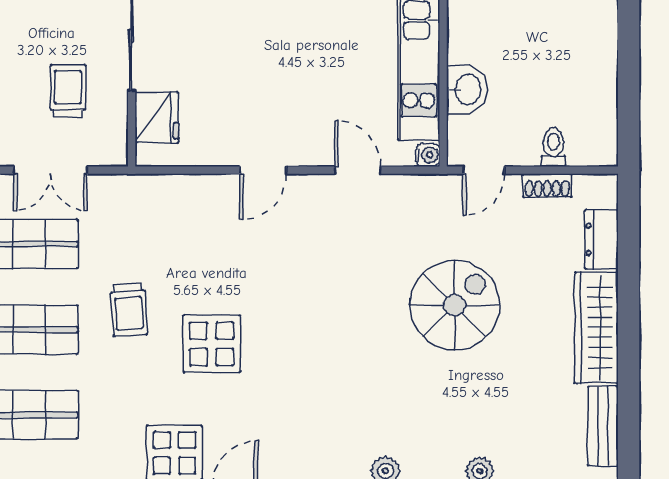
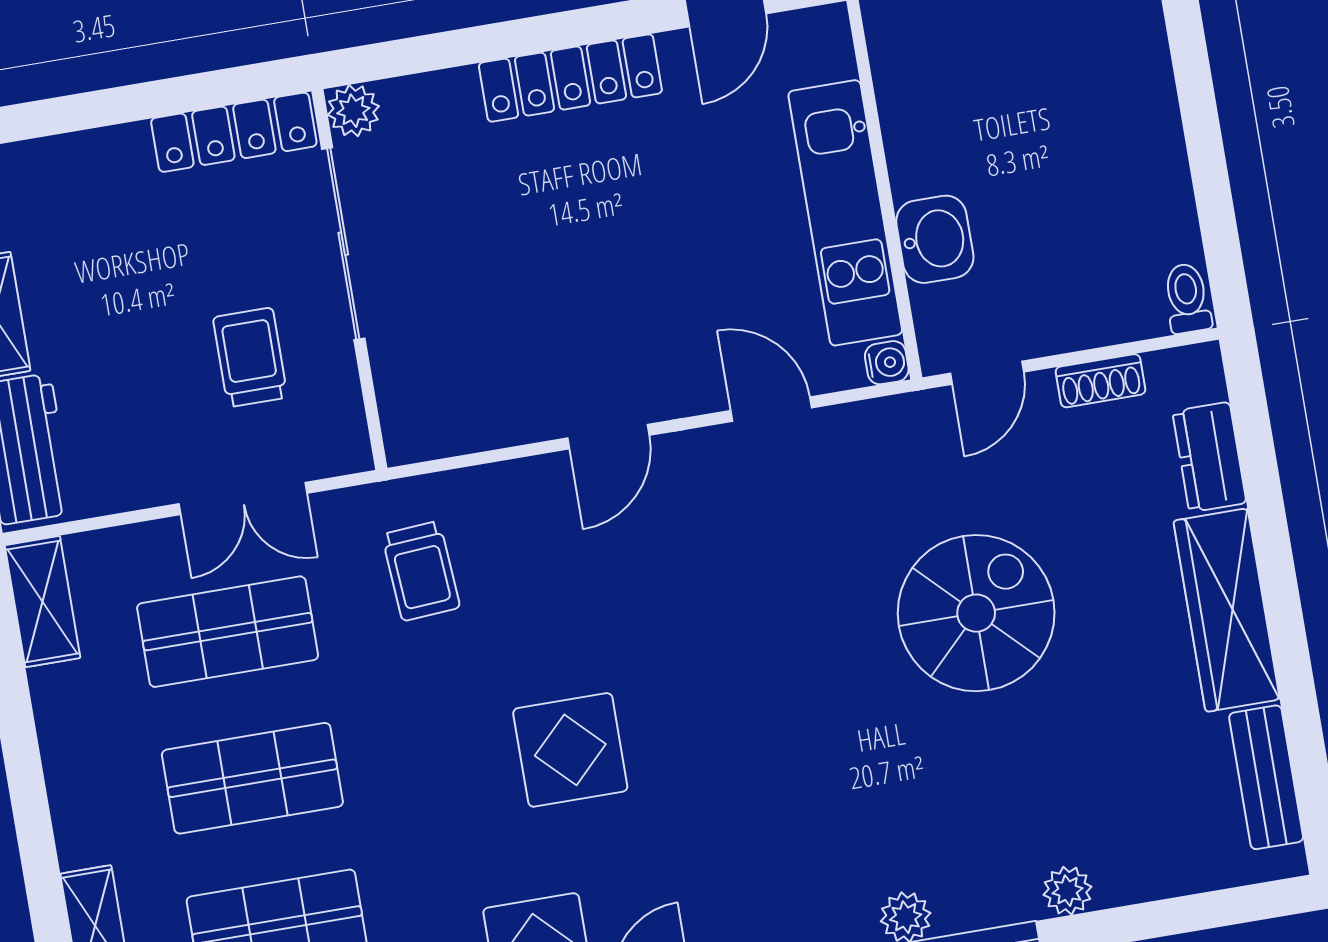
fridge: (157, 118) -> (411, 377), removed
toilet: (553, 147) -> (1187, 298), moved
trolley: (129, 310) -> (421, 571), moved

